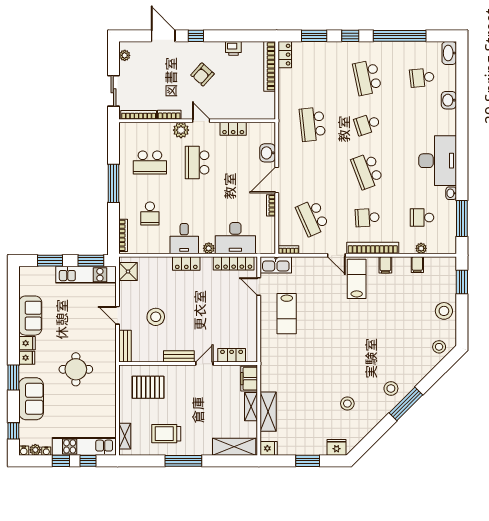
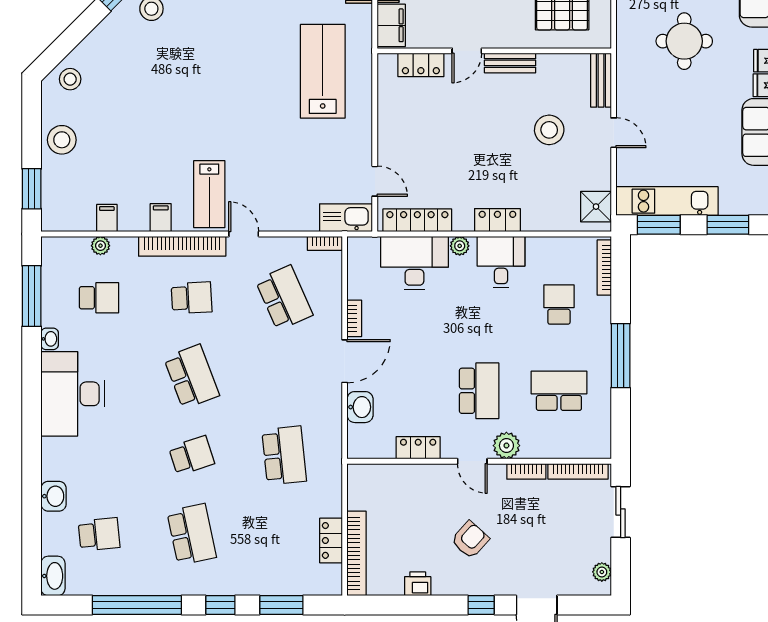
locker: (285, 55) -> (331, 540), moved
lab bench: (287, 314) -> (323, 71), moved, width x1.36, depth x1.39

